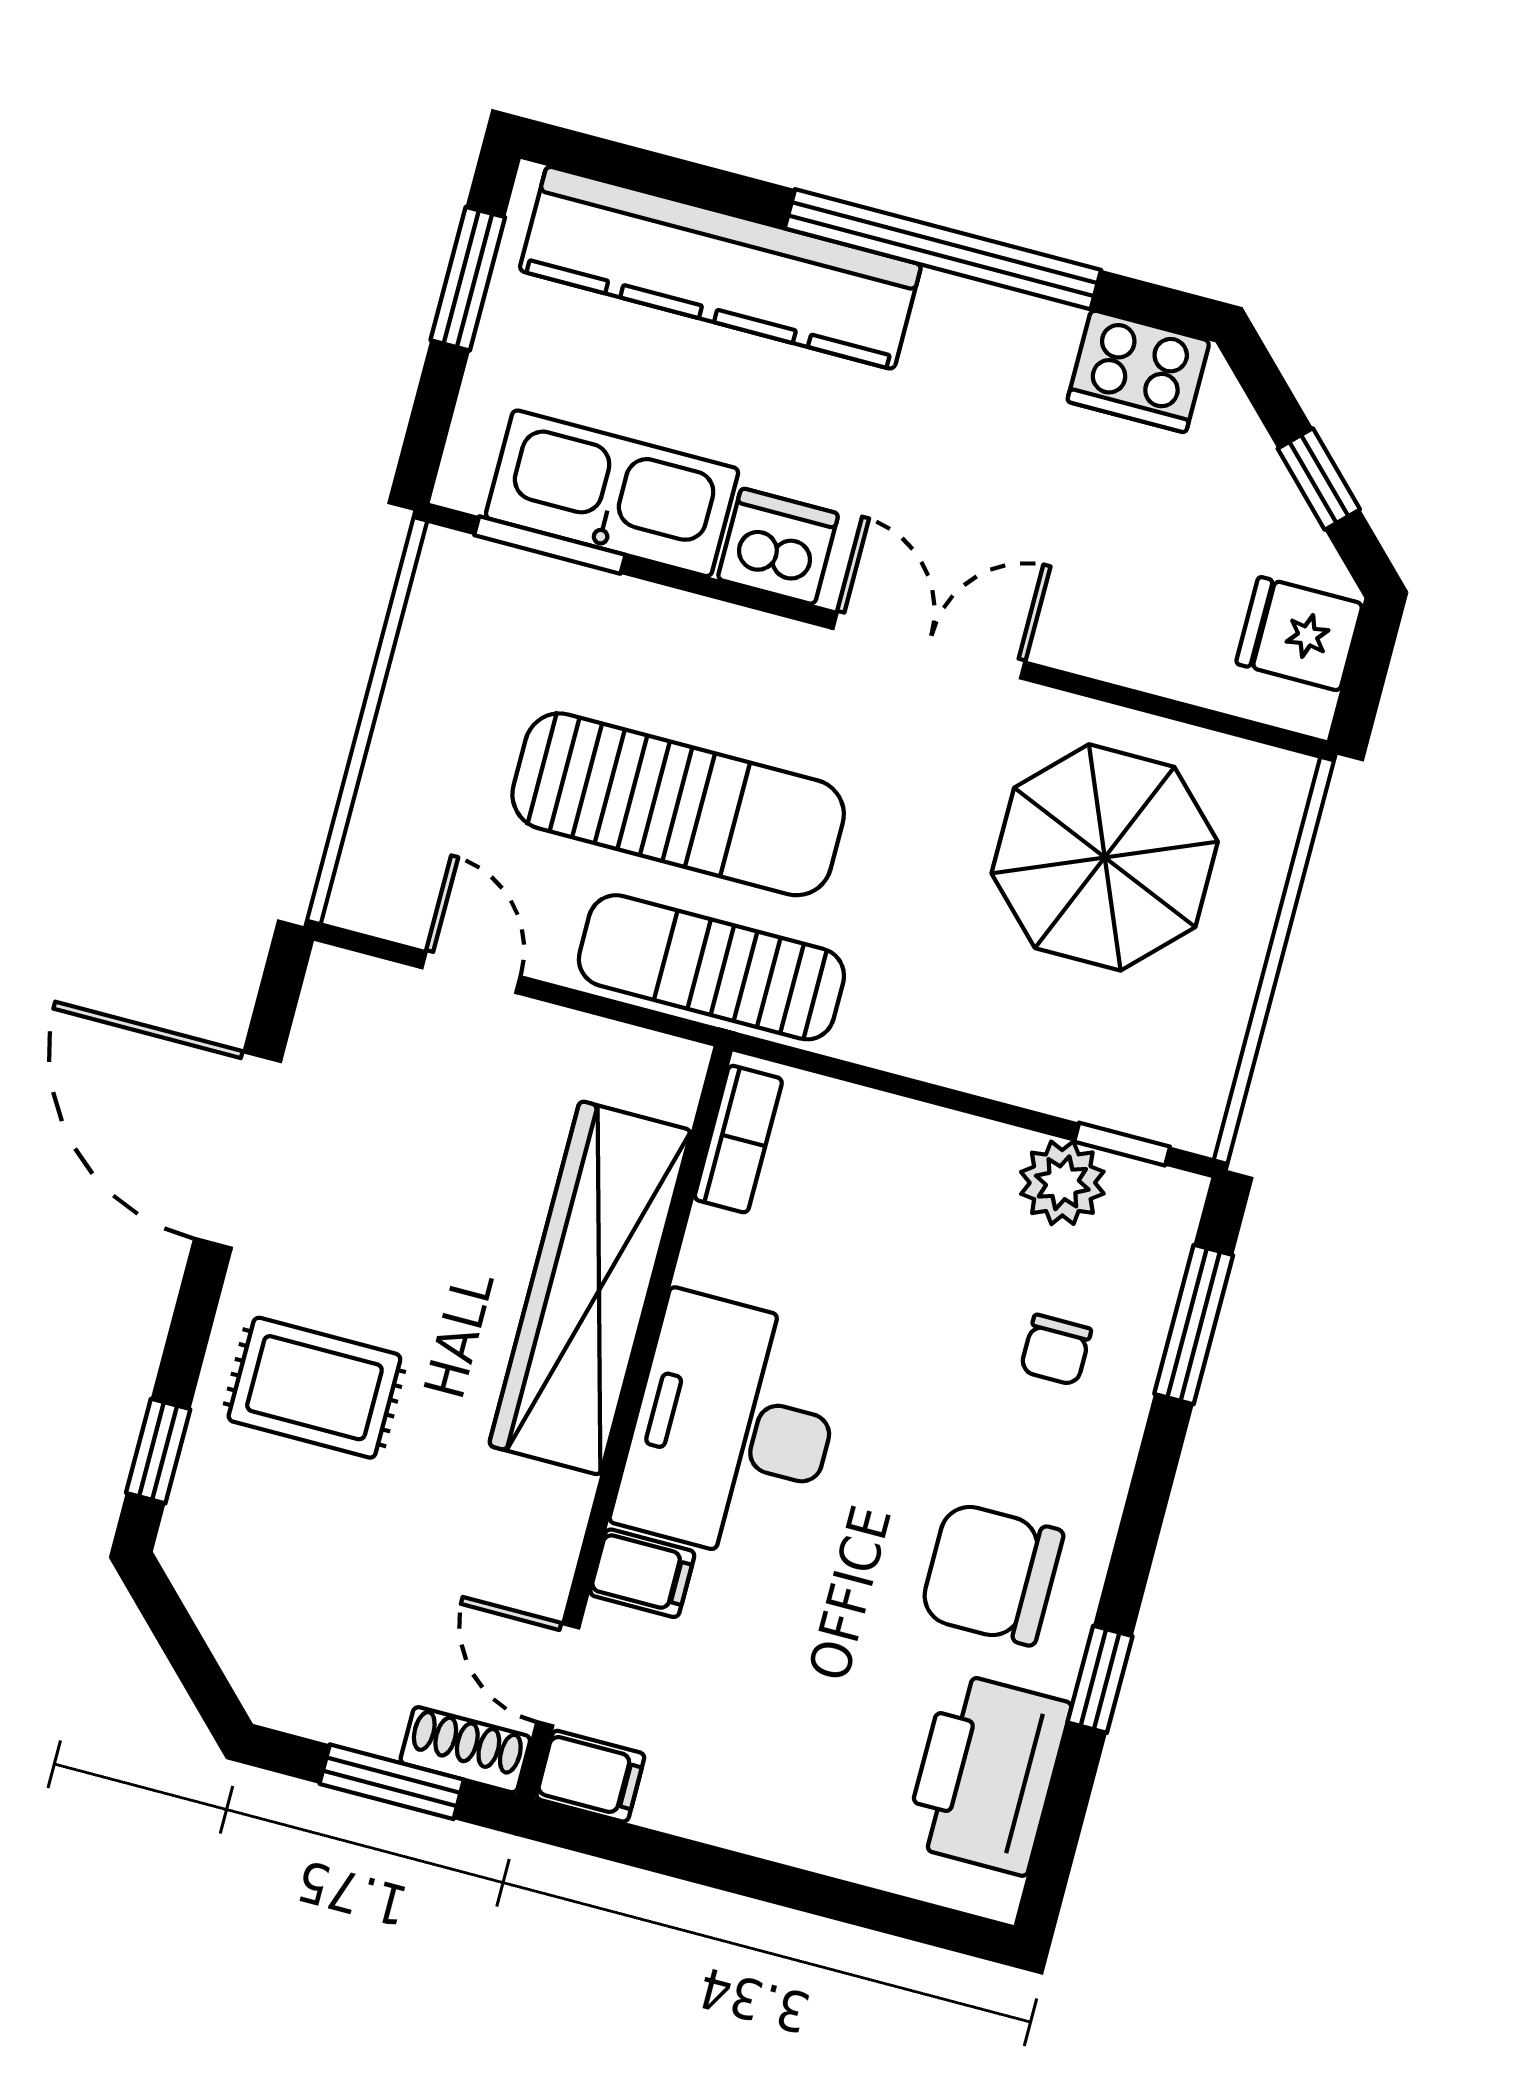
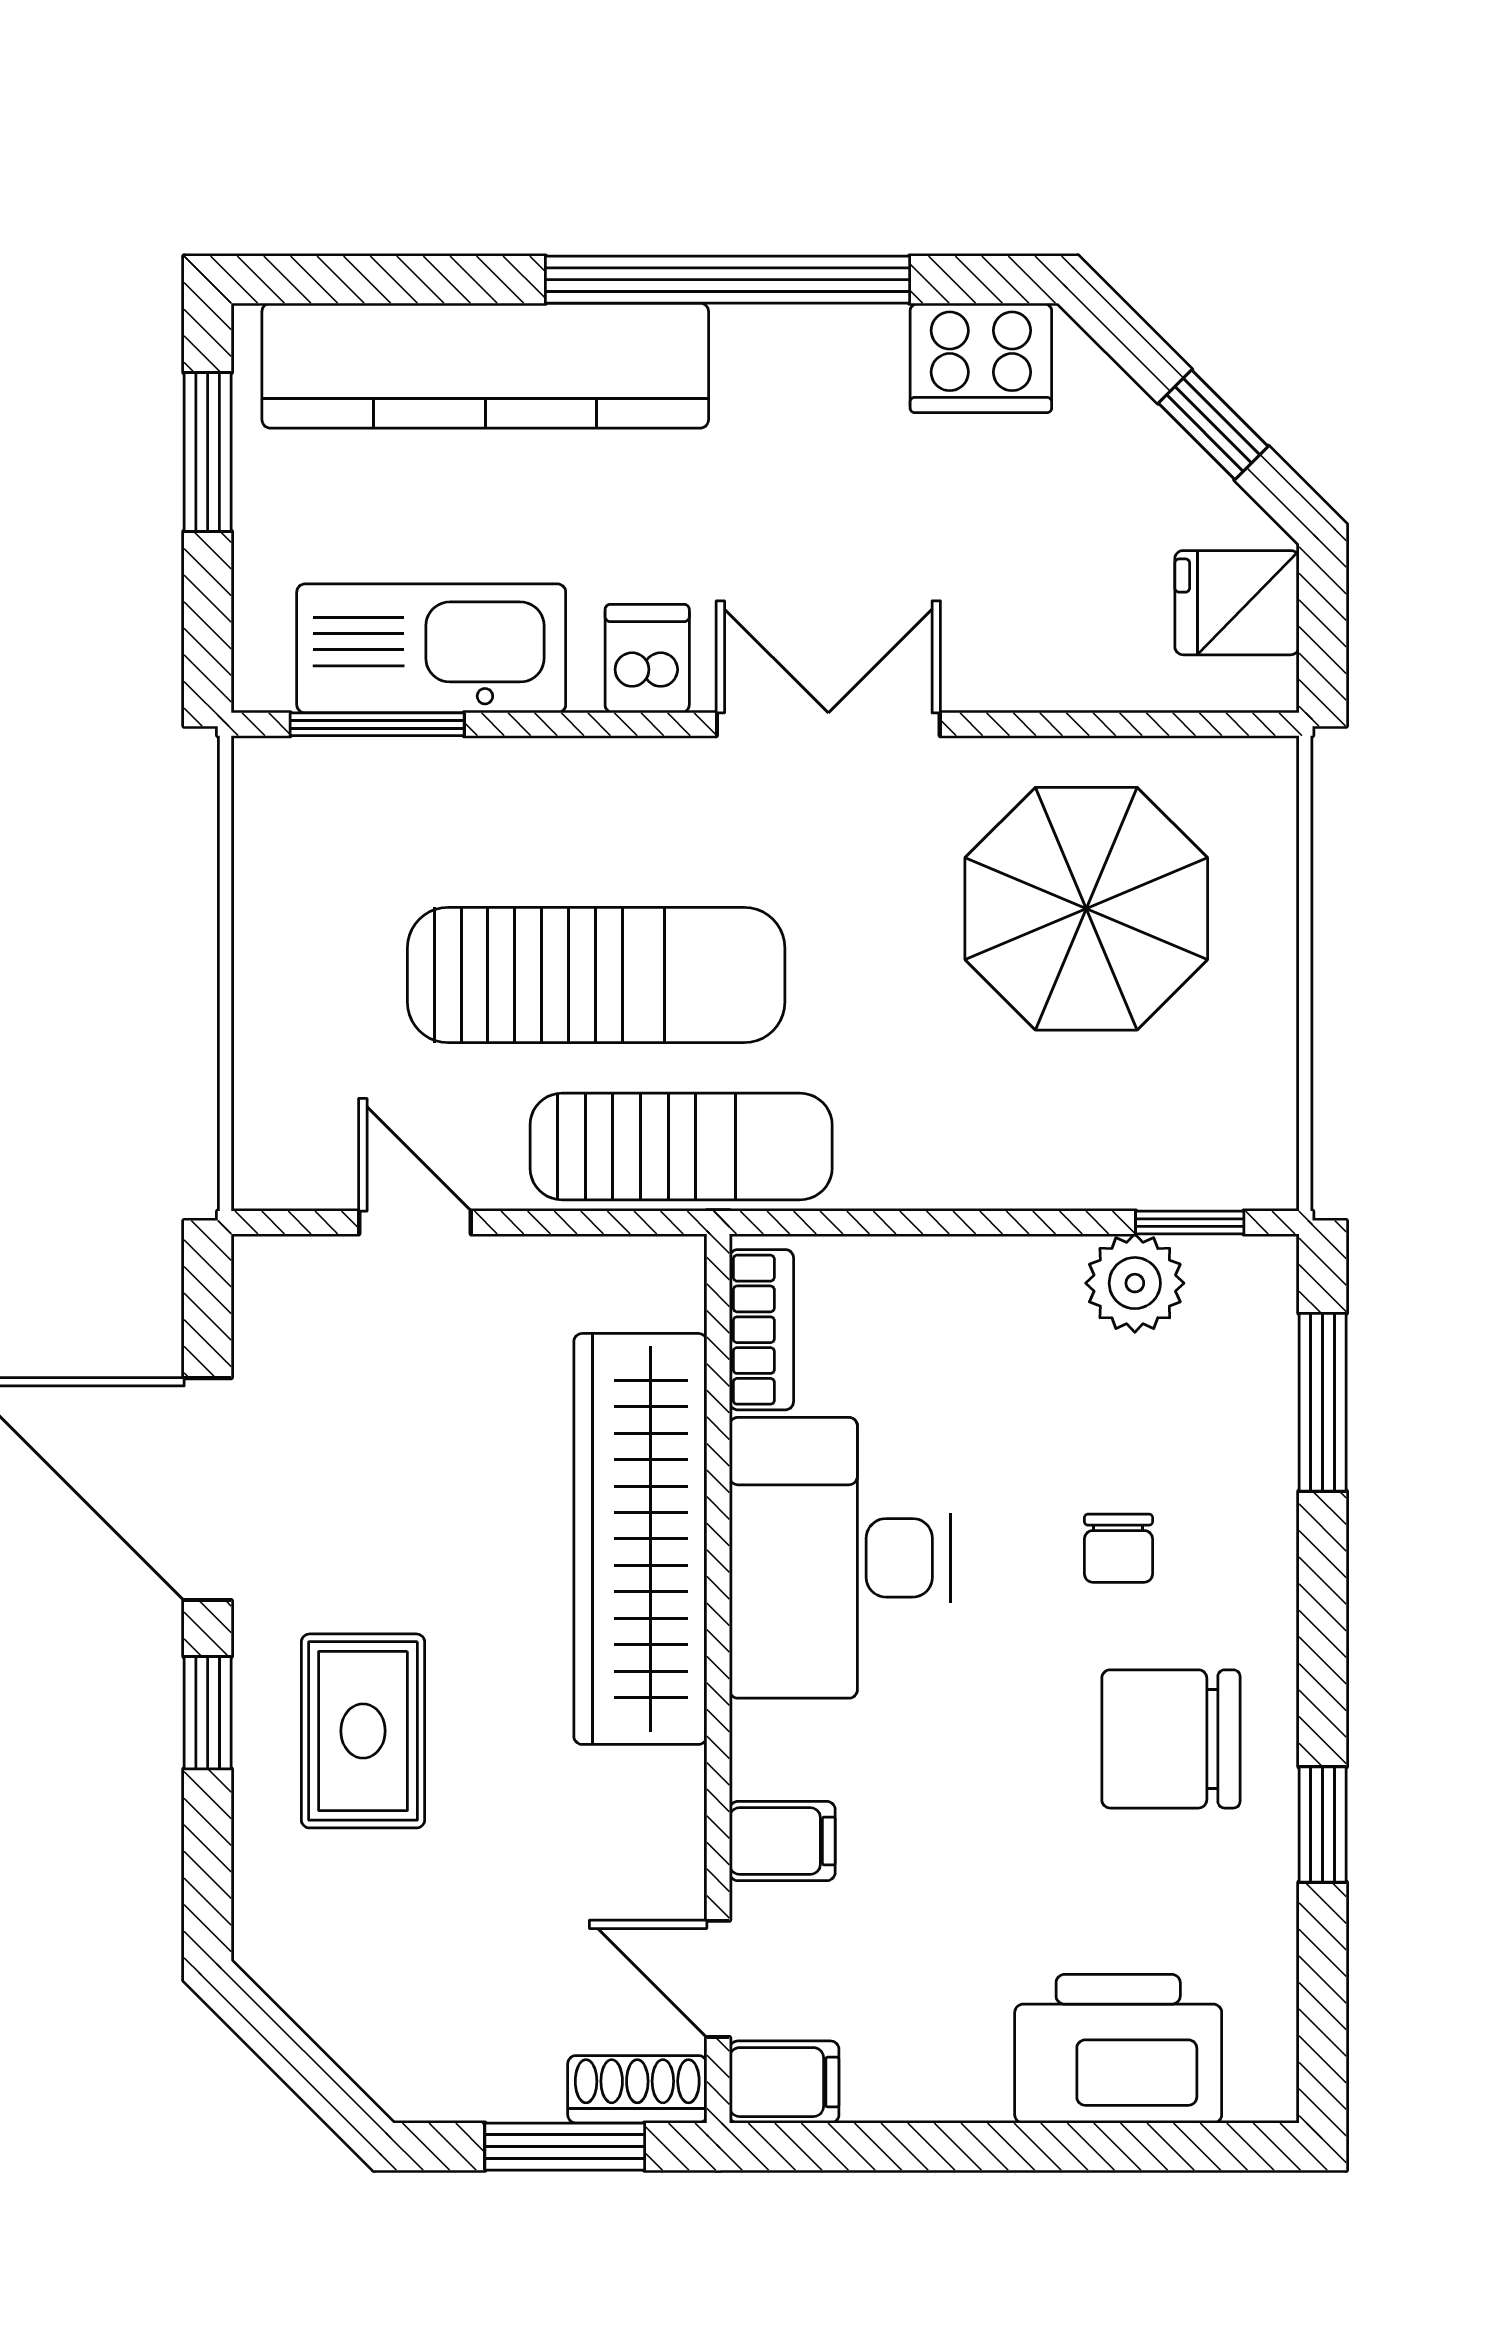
dishwasher: (778, 546) -> (647, 659), width x0.73
sun lounger: (711, 967) -> (681, 1147), turned 180
chair: (1056, 1350) -> (1118, 1548), moved
rug: (314, 1388) -> (363, 1731), turned 90
desk: (732, 1428) -> (840, 1558), moved
window: (158, 1451) -> (208, 1713), moved
printer: (987, 1774) -> (1118, 2049), moved, turned 90

